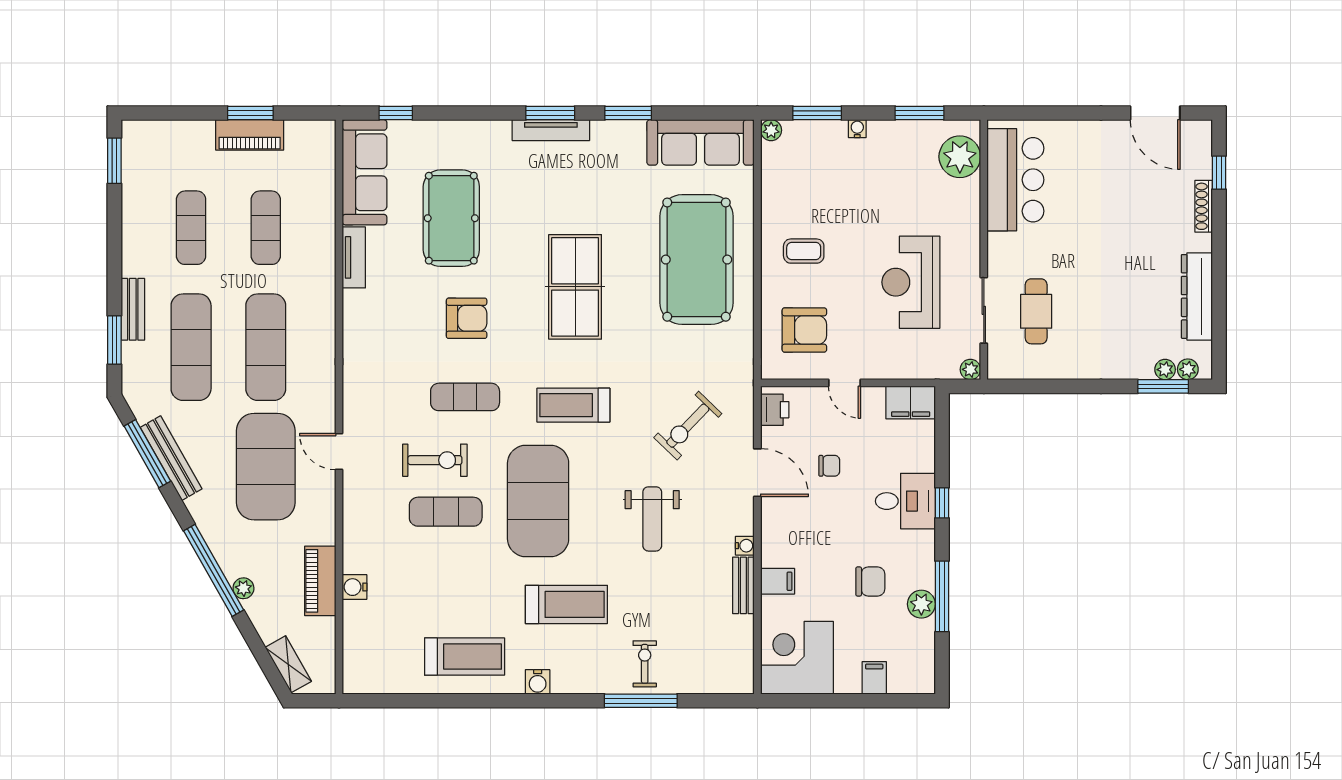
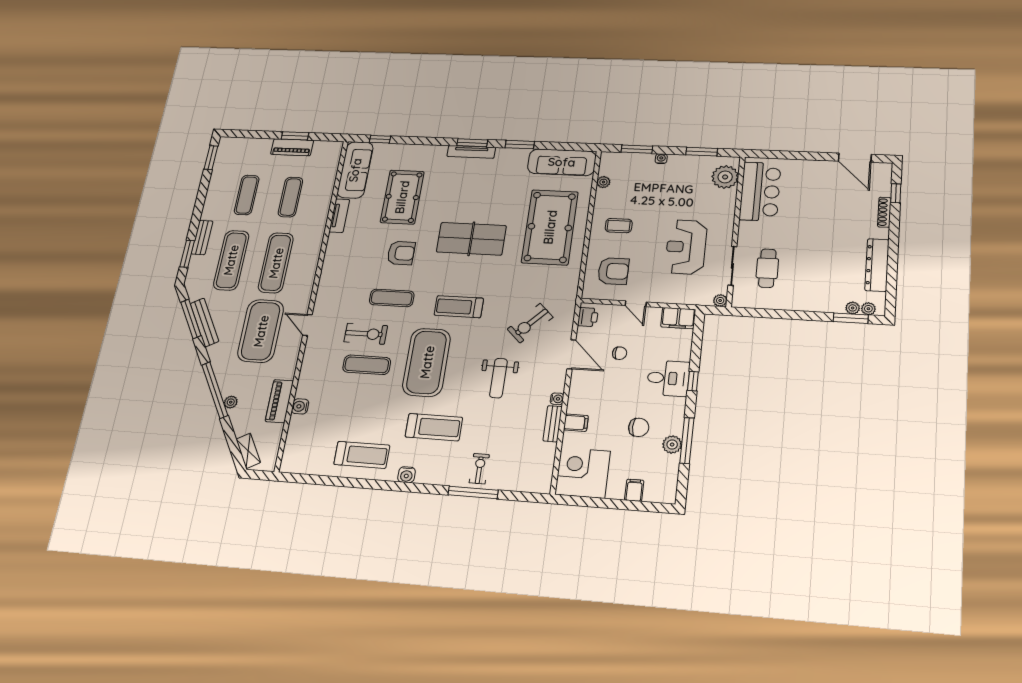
plant: (771, 130) -> (603, 182), moved
table tennis table: (575, 287) -> (471, 239), turned 90

